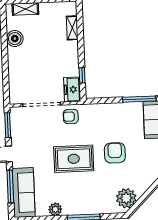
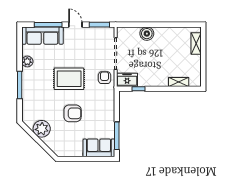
boiler: (15, 39) -> (147, 34), moved
rug: (74, 159) -> (69, 79), turned 90
plant: (126, 198) -> (42, 129), moved

